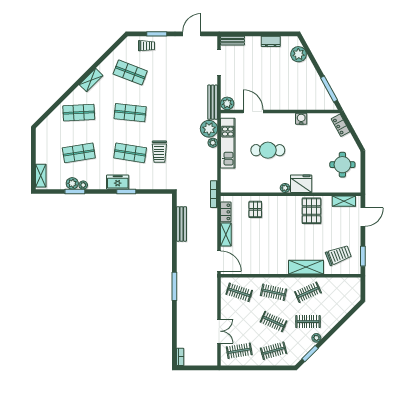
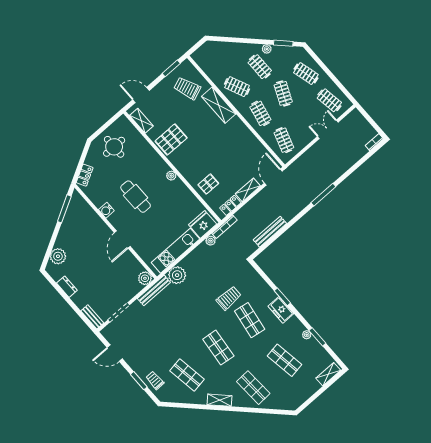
shop shelf: (130, 72) -> (187, 375), turned -30
door: (253, 112) -> (122, 240), moved
plant: (213, 143) -> (211, 241), moved
cafe table: (268, 150) -> (136, 197), moved
plant: (72, 183) -> (313, 344), removed
fridge: (301, 184) -> (203, 224), moved, turned 90

